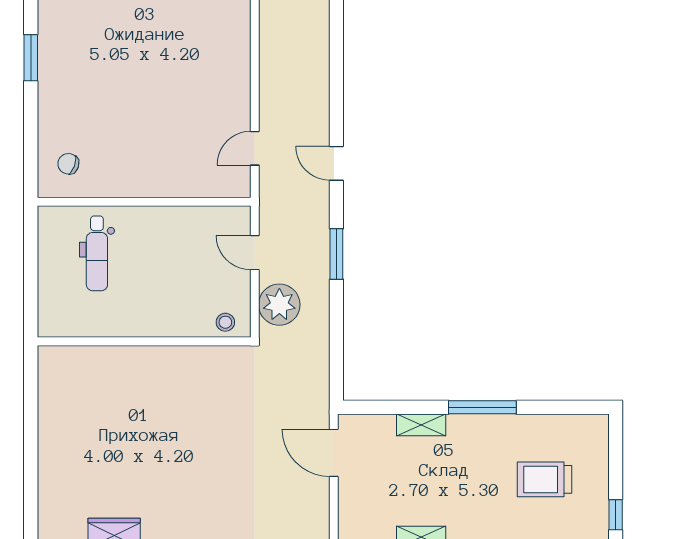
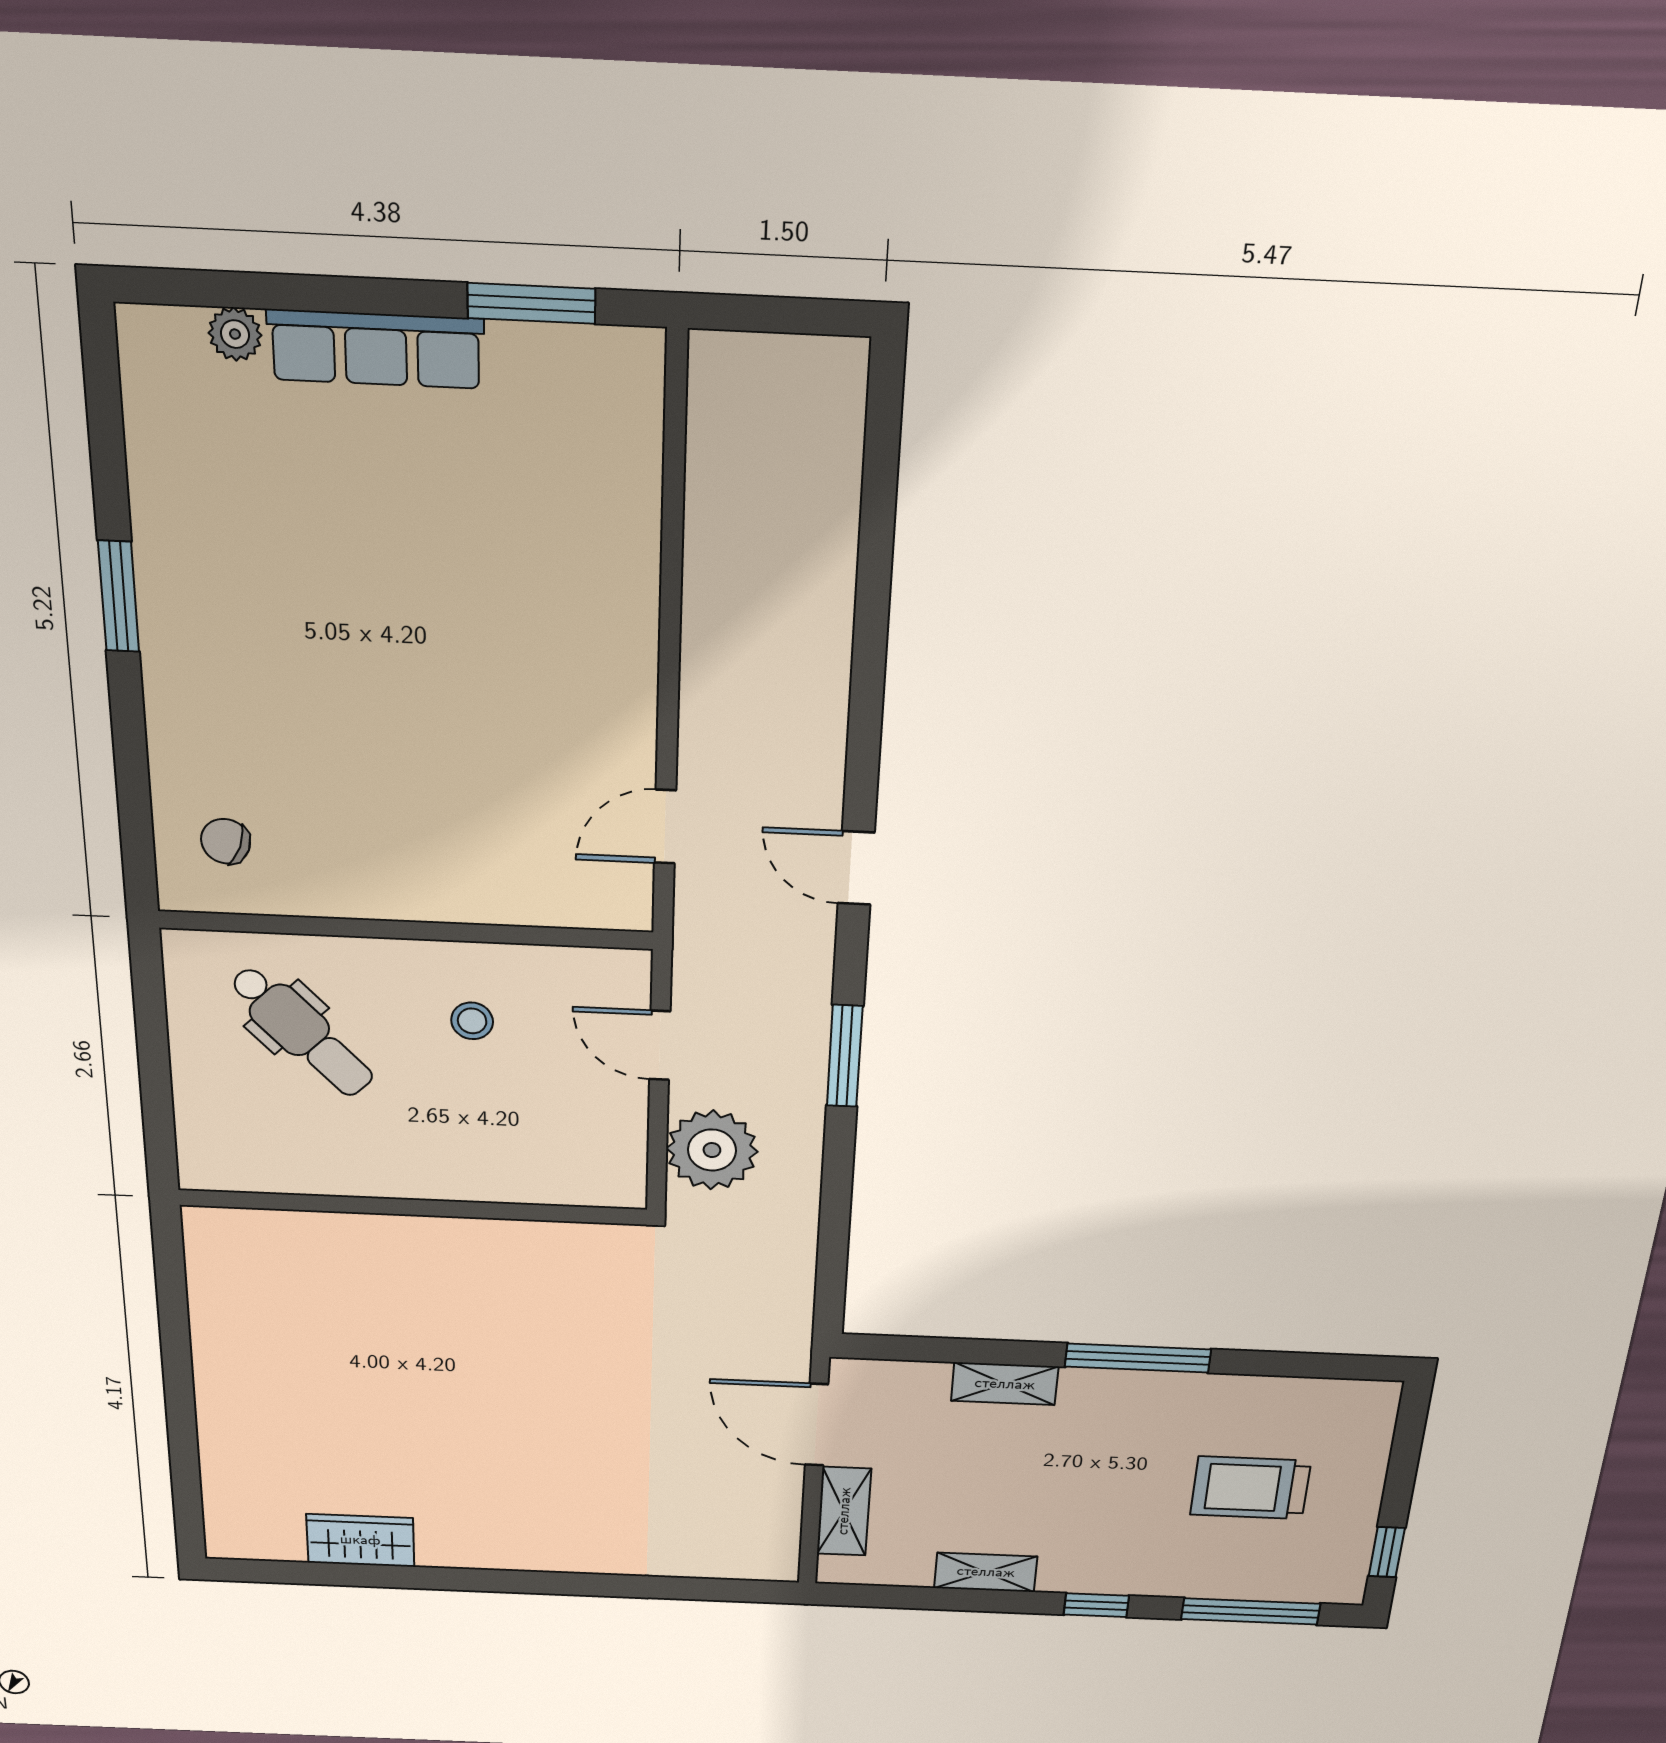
dental chair: (97, 253) -> (302, 1031), turned -44
stool: (225, 322) -> (472, 1021), moved
shelving: (350, 503) -> (844, 1511), added

